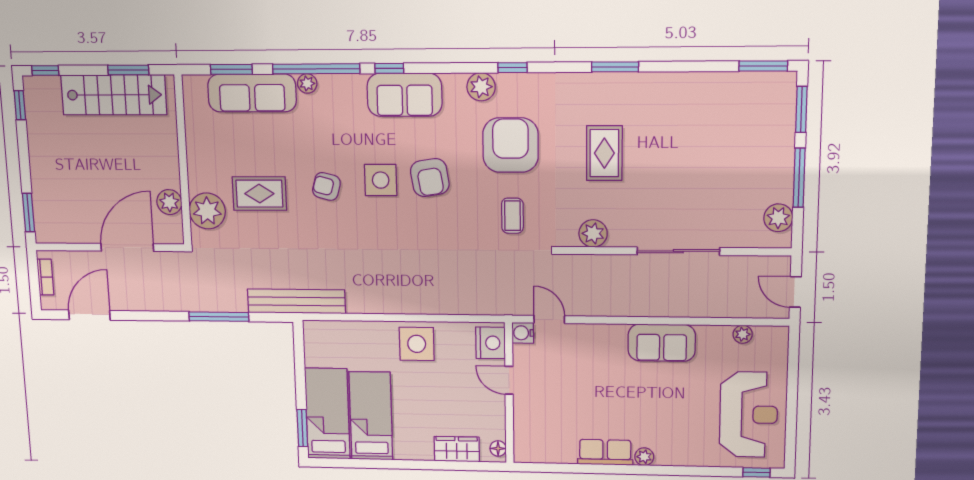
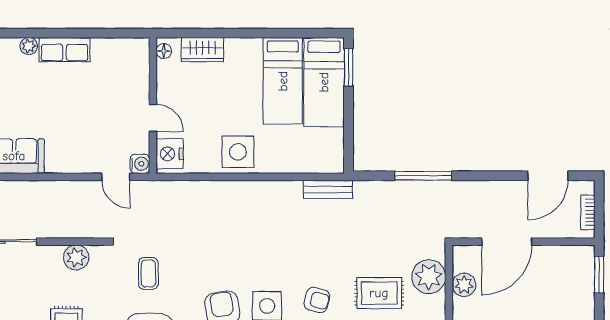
bench: (296, 301) -> (328, 189), width x0.54, depth x0.82

